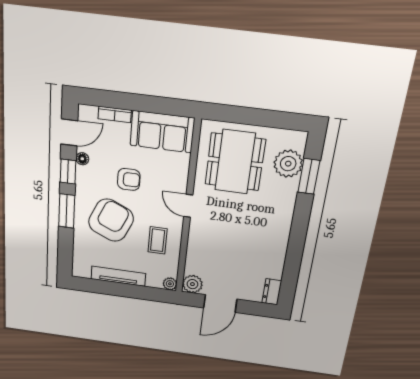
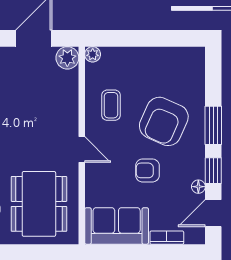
tv unit: (118, 276) -> (152, 55), removed

